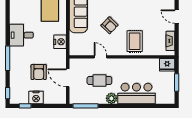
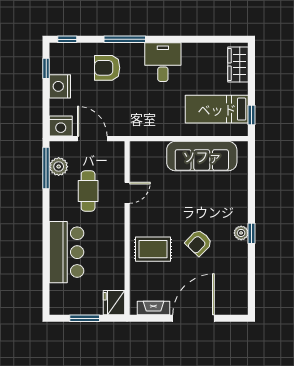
door: (177, 17) -> (193, 318), width x1.88
armchair: (109, 25) -> (199, 243), moved
nightstand: (60, 42) -> (61, 126), moved
armchair: (39, 72) -> (107, 68), moved
door: (68, 78) -> (92, 139), hinge flipped
plant: (111, 98) -> (59, 167), moved

